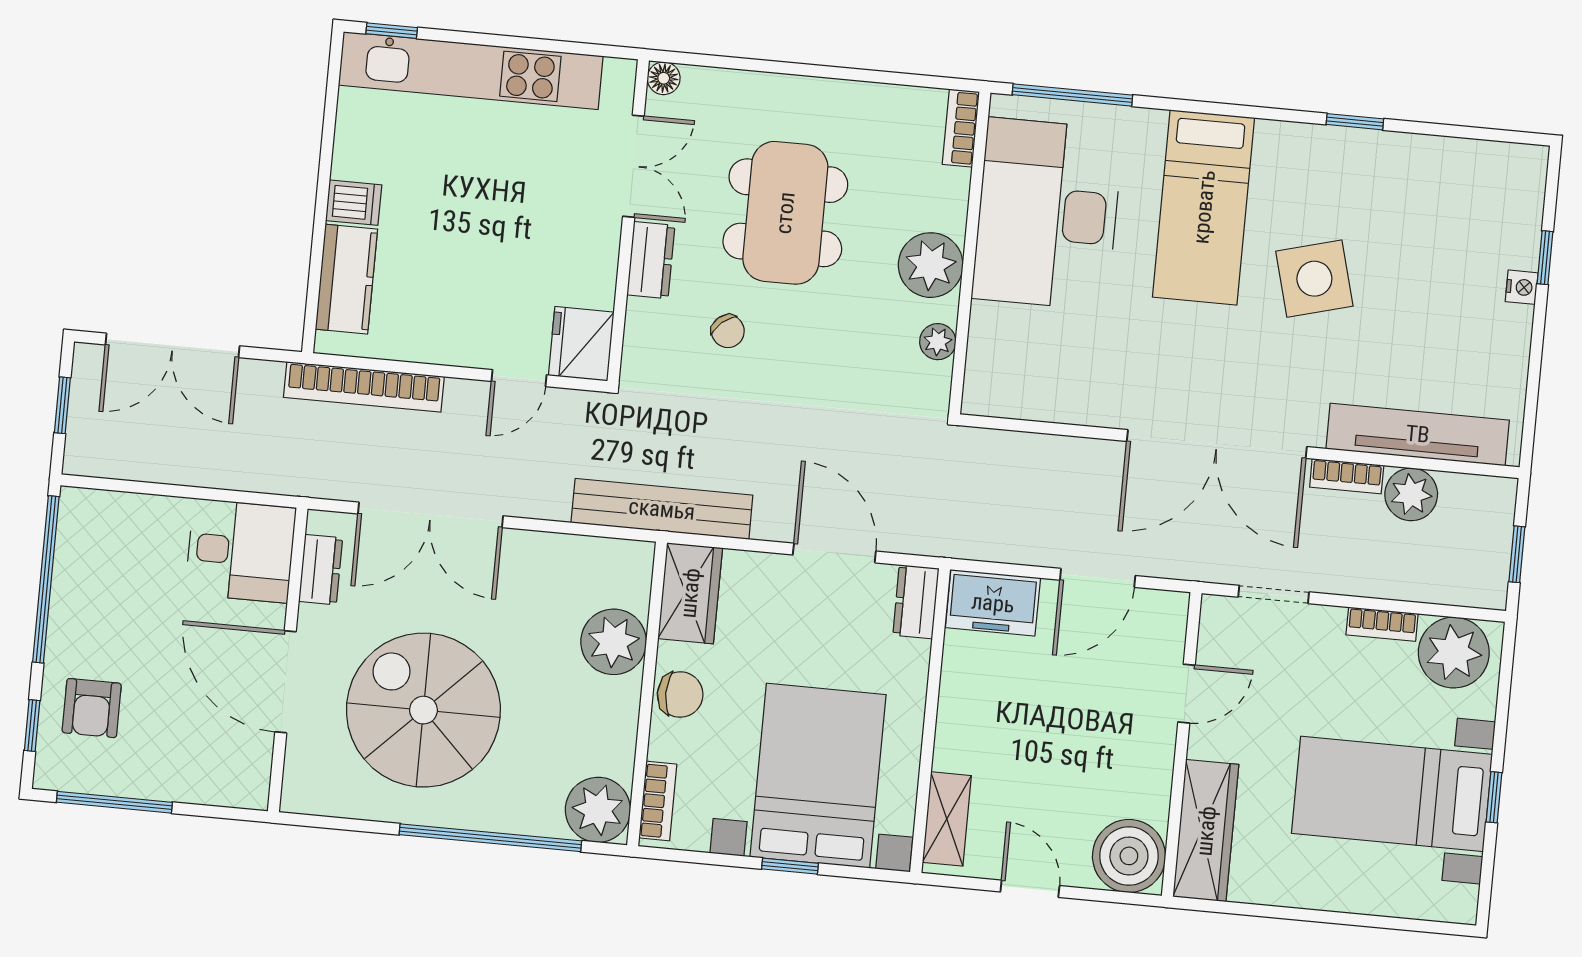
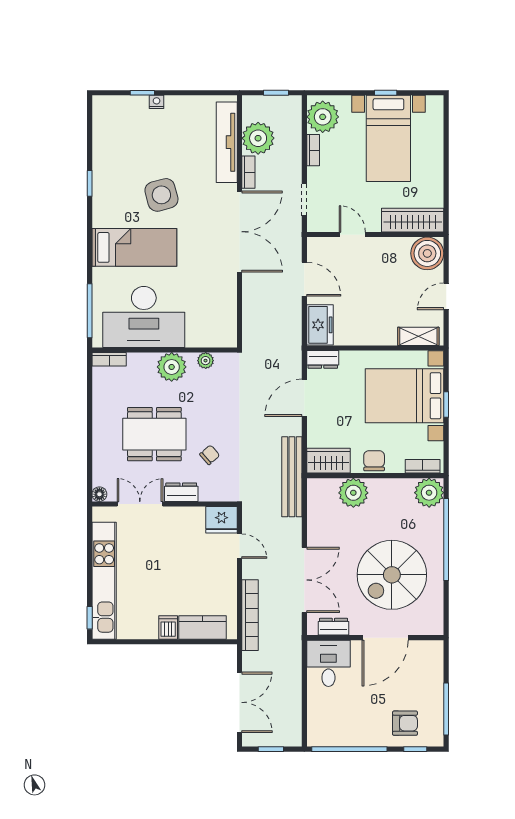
plant: (1411, 494) -> (258, 138), width x1.36, depth x1.36

